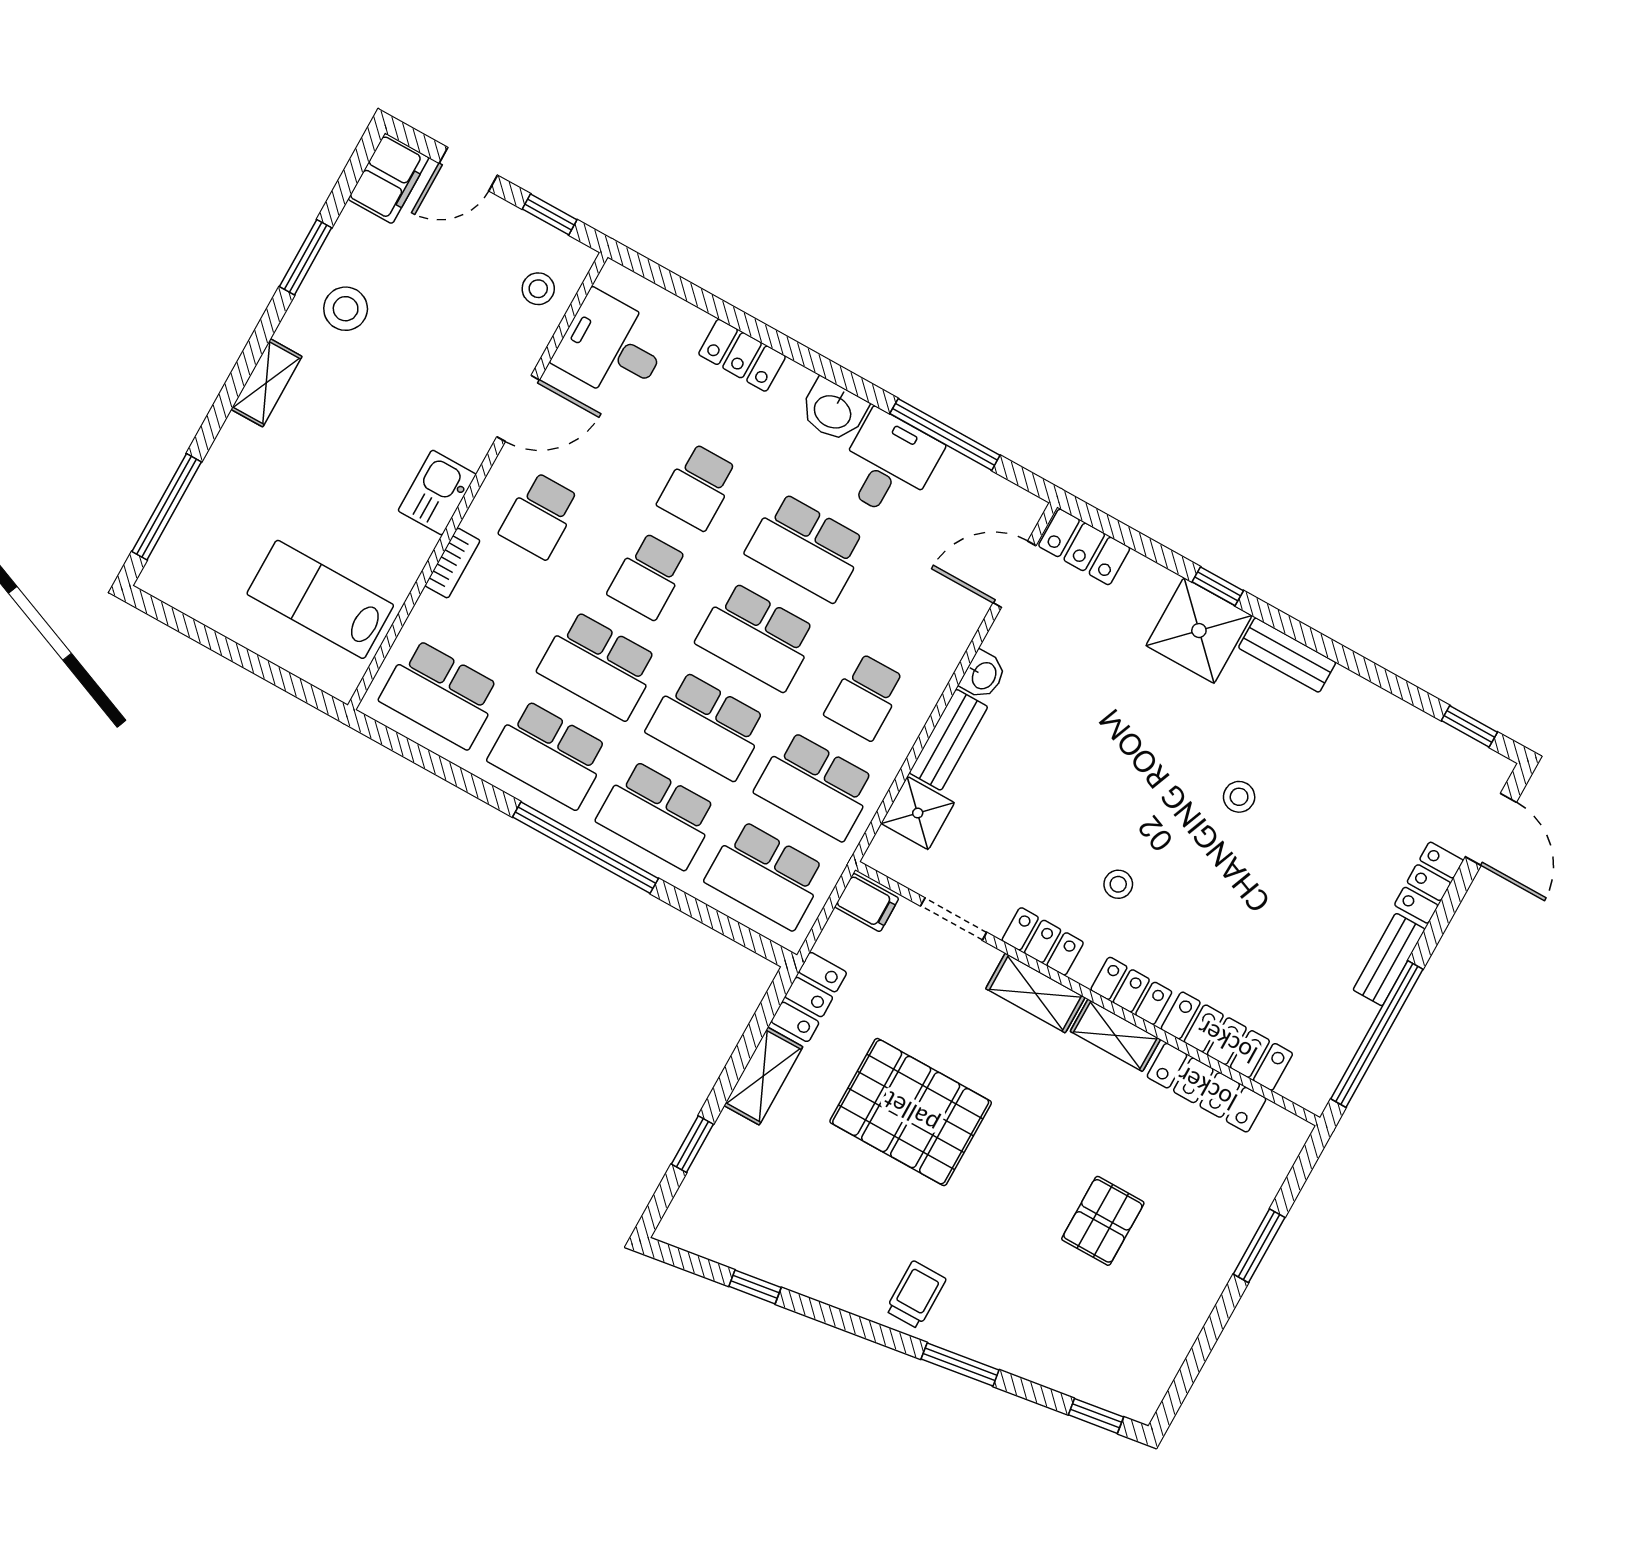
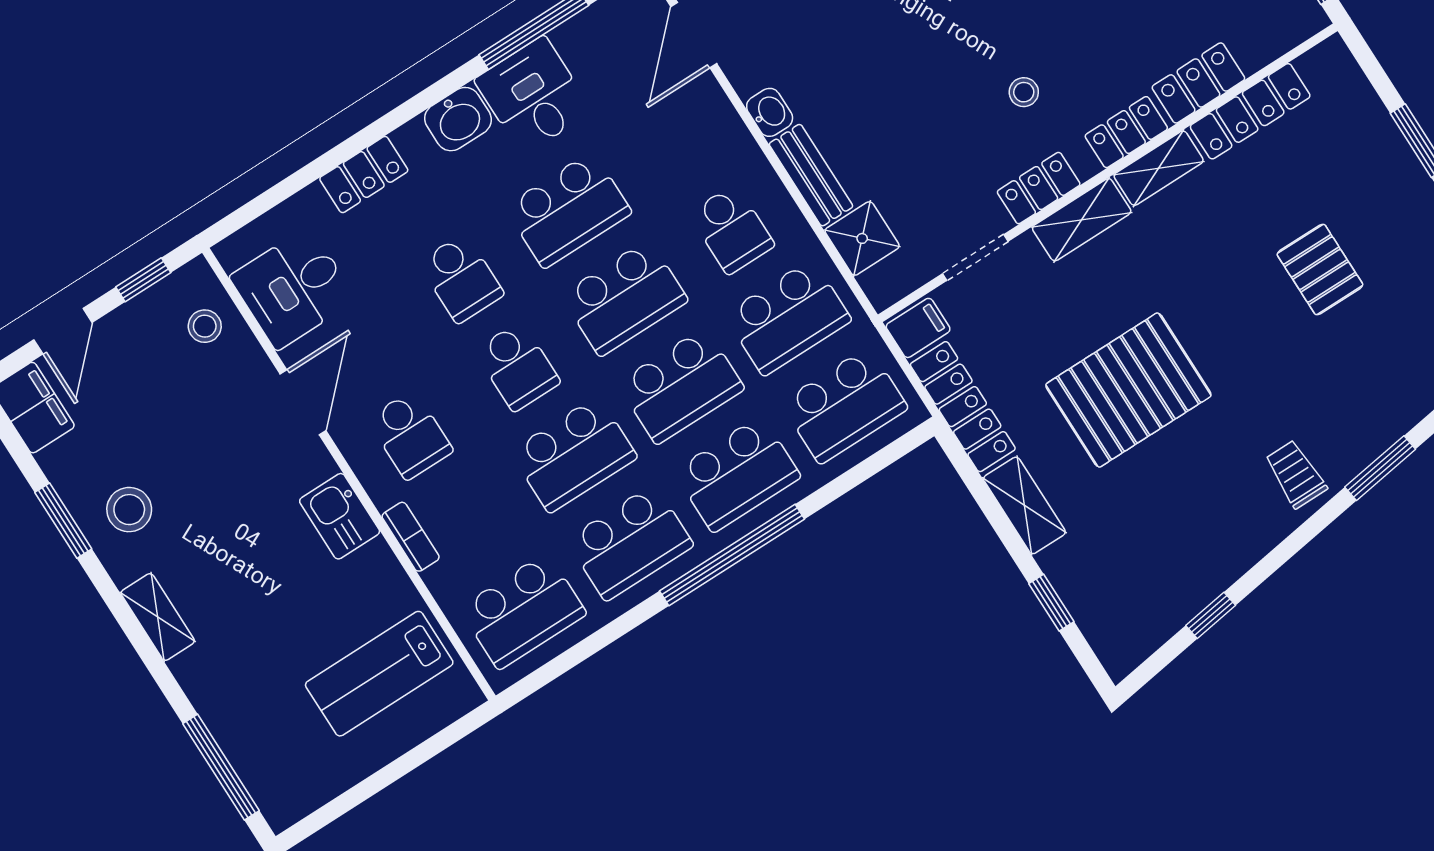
locker: (809, 997) -> (963, 407), width x1.53
locker: (1227, 1041) -> (1198, 83), width x0.66

